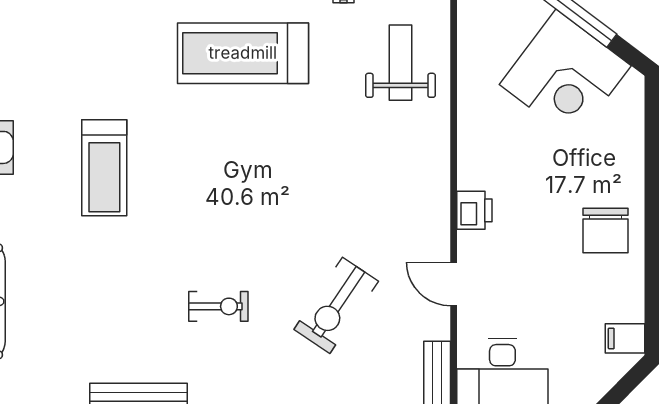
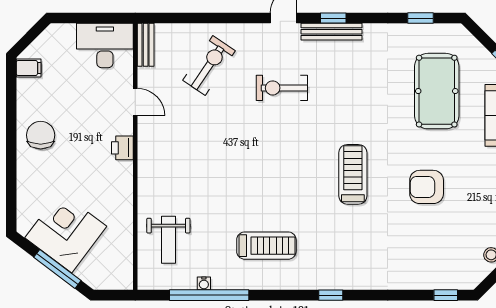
treadmill: (243, 53) -> (266, 246), width x0.73, depth x0.73
exercise bike: (336, 305) -> (209, 65), moved
exercise bike: (218, 306) -> (282, 88), width x1.38, depth x1.39

